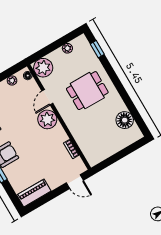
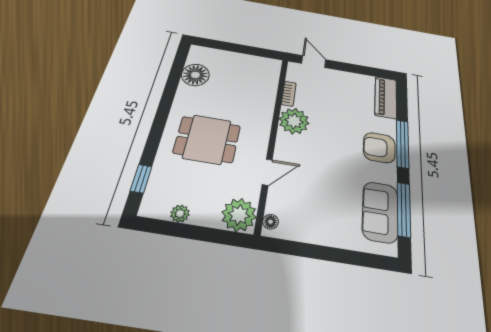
plant: (12, 81) -> (299, 233), removed
plant: (47, 119) -> (294, 121), moved
piano: (34, 193) -> (386, 97), moved, turned 90

